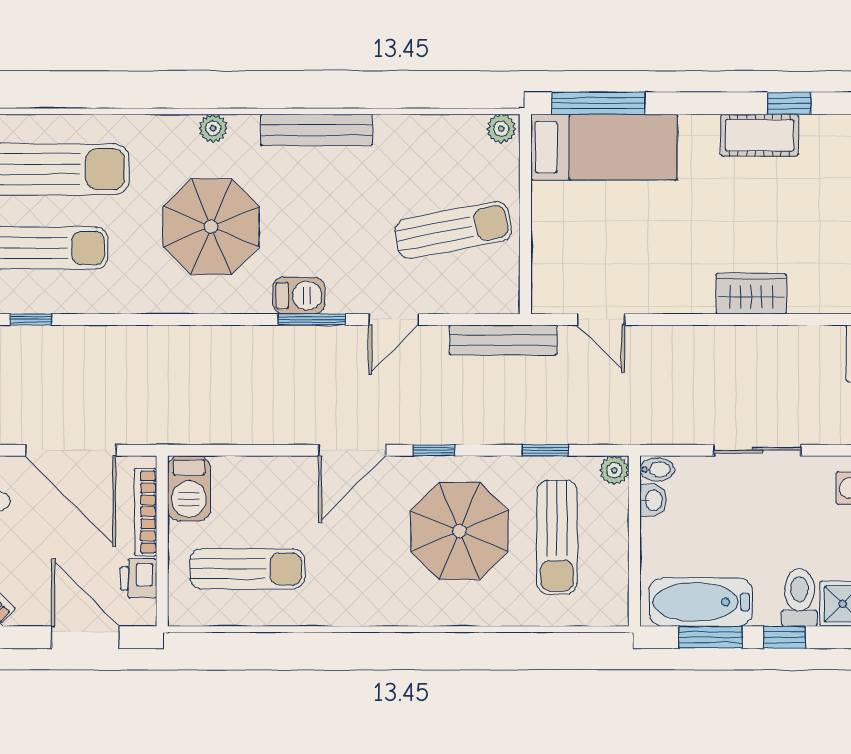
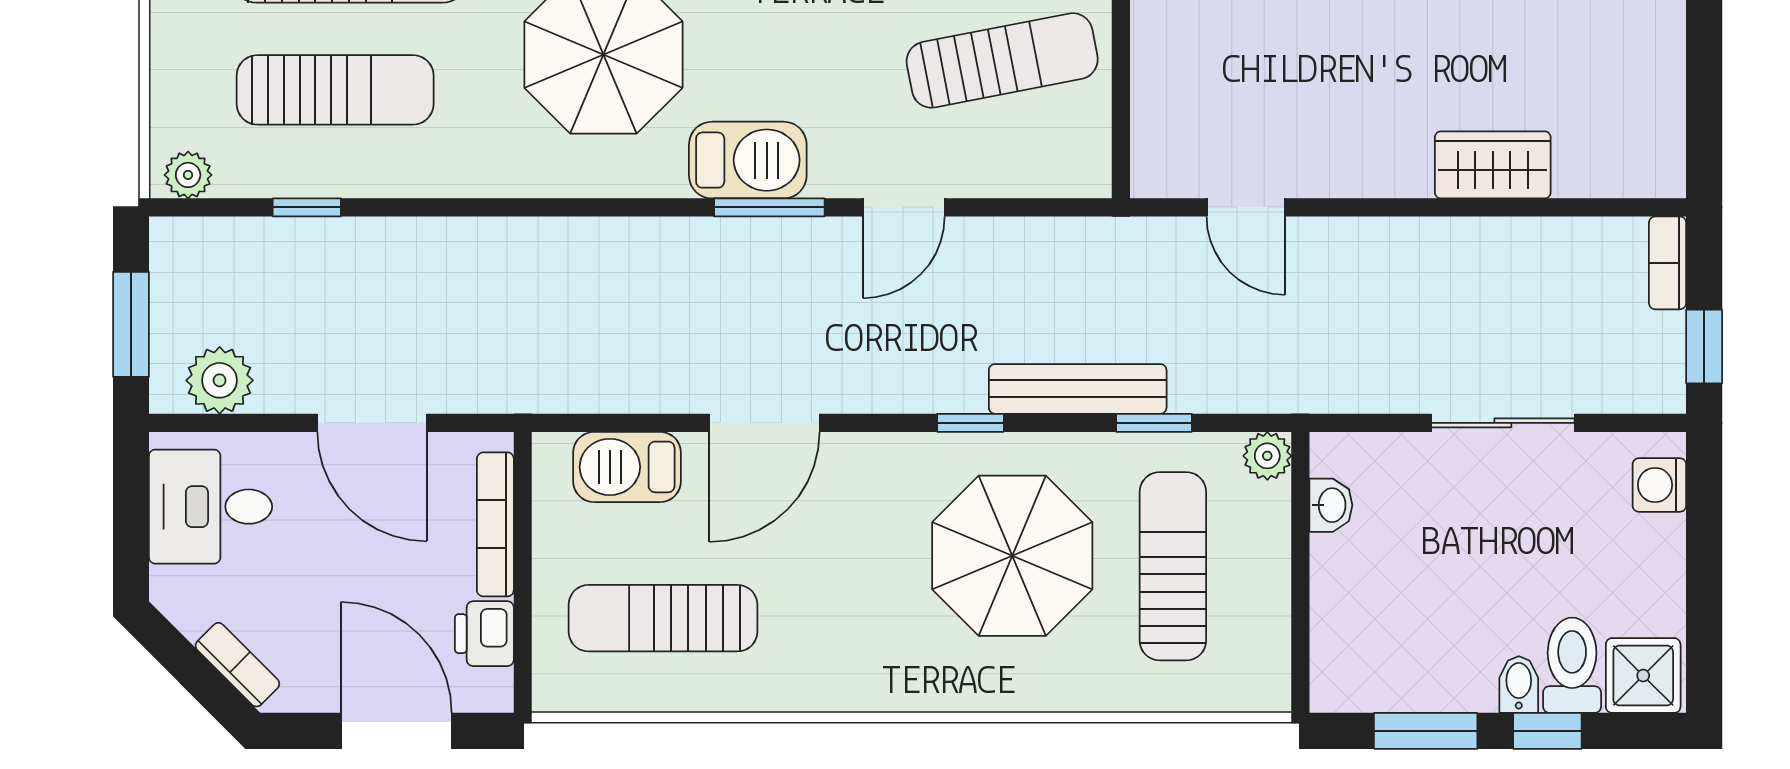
barbecue: (299, 296) -> (748, 160), width x1.38, depth x1.27
bench: (503, 340) -> (1078, 389), moved
door: (71, 450) -> (372, 423), width x0.73
door: (352, 450) -> (764, 423), moved
bidet: (657, 469) -> (1519, 684), moved, turned -90
barbecue: (189, 488) -> (627, 467), moved, turned 90
sun lounger: (557, 537) -> (1173, 566), turned 180
sun lounger: (247, 569) -> (663, 618), turned 180
bathtub: (701, 602) -> (1409, 673), removed

